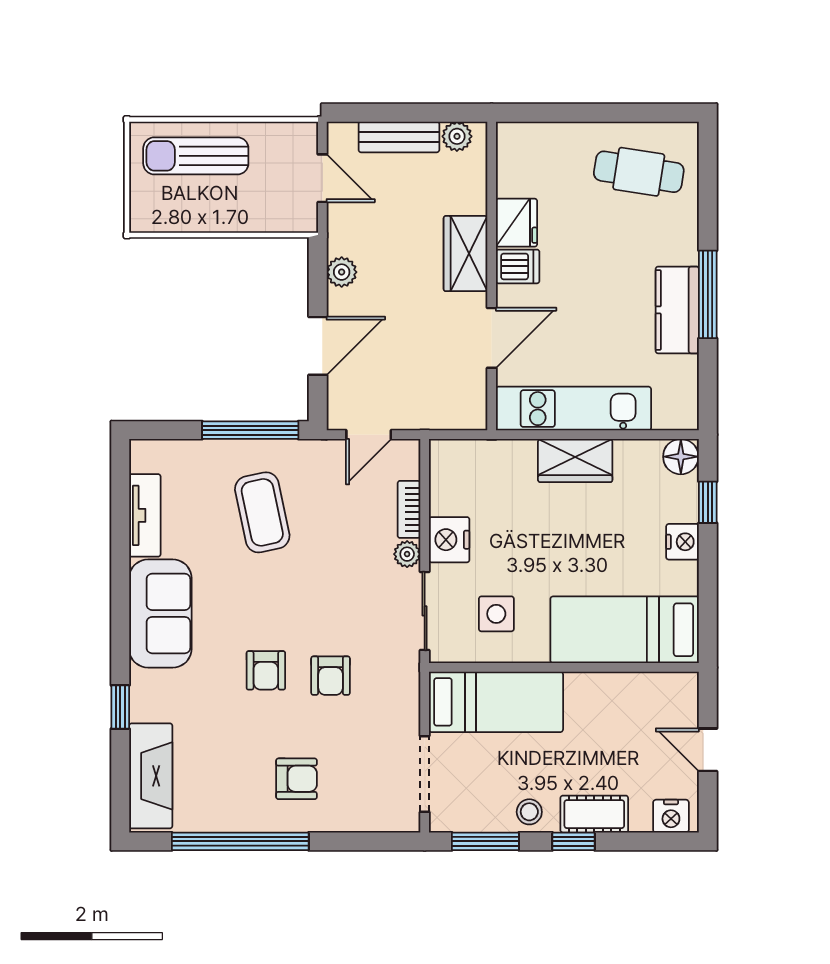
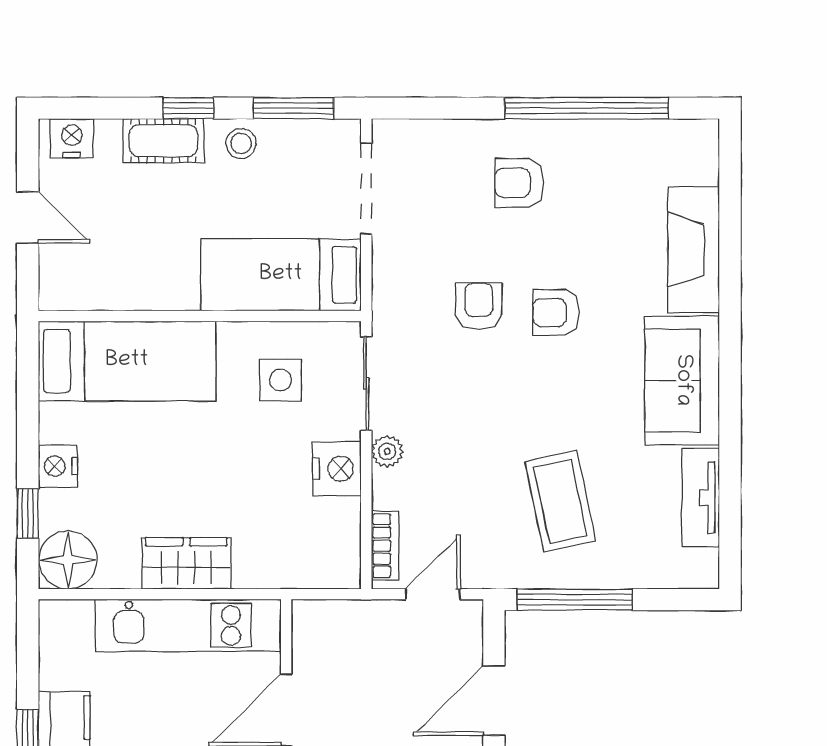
floor lamp: (681, 457) -> (68, 560), width x1.38, depth x1.38
bookcase: (409, 509) -> (385, 546), moved
armchair: (266, 670) -> (556, 312), turned -90
window: (120, 707) -> (730, 269), removed
fireplace: (151, 776) -> (694, 250), moved

